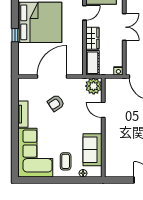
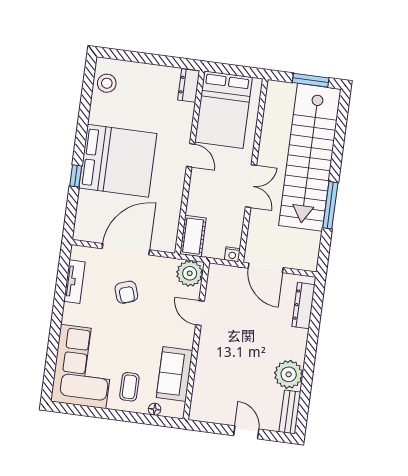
door: (84, 13) -> (191, 155), hinge flipped
wardrobe: (92, 38) -> (198, 197), removed
armchair: (56, 103) -> (126, 292), turned -75
tv unit: (23, 114) -> (74, 282), moved

